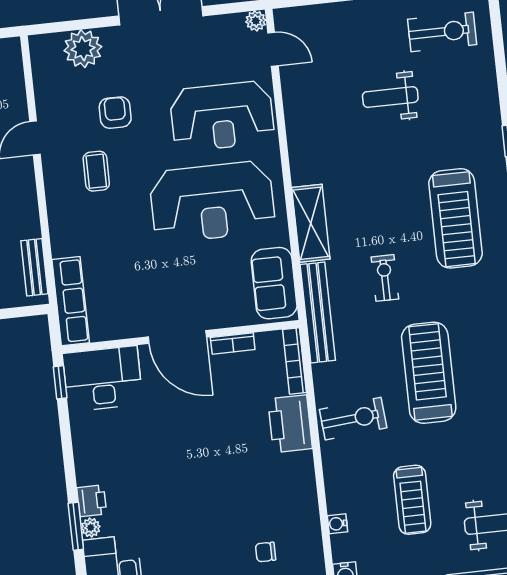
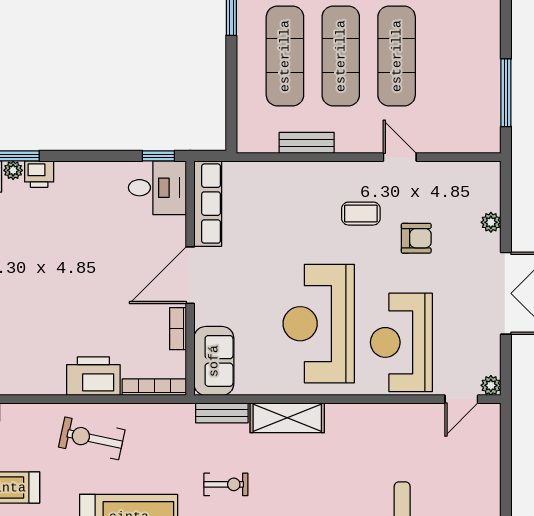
plant: (83, 49) -> (491, 222), width x0.53, depth x0.53
bench: (34, 267) -> (307, 143), moved
sofa: (274, 283) -> (214, 361), moved, turned 90
row of seats: (71, 301) -> (208, 204), moved, turned -90
bench: (318, 312) -> (222, 413), width x0.54, depth x0.82
desk: (103, 379) -> (157, 188), width x0.73
exercise bike: (353, 419) -> (92, 438), turned 107

